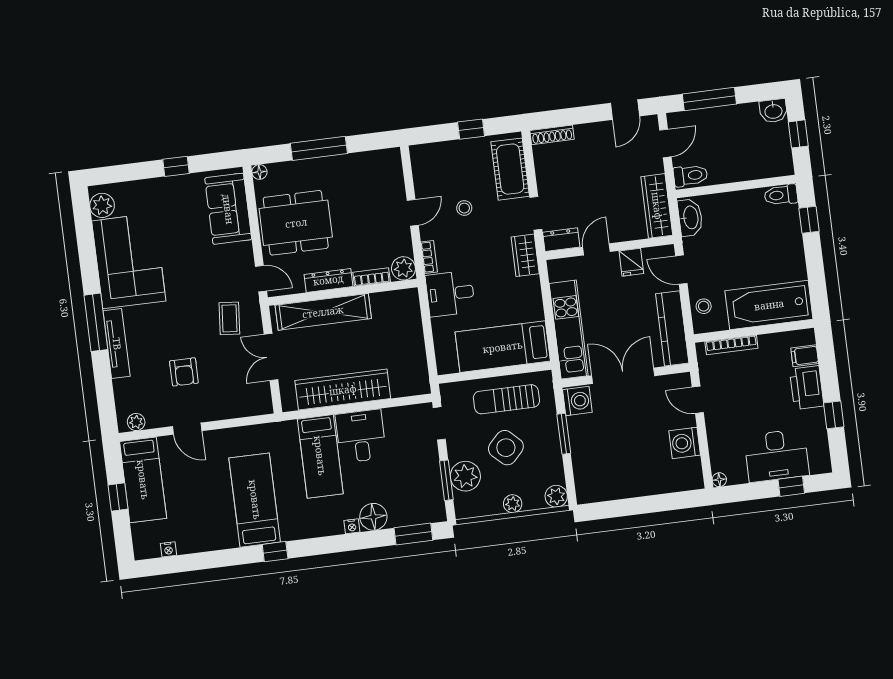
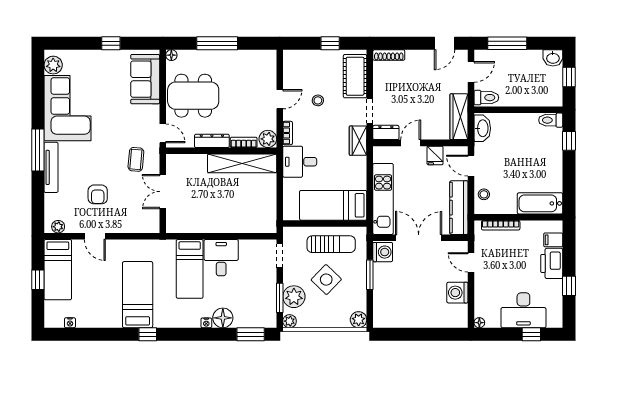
bathtub: (769, 305) -> (540, 203), width x0.73, depth x0.73
shelving: (323, 312) -> (242, 163), moved
wardrobe: (343, 390) -> (212, 222), removed
sun lounger: (506, 399) -> (331, 244), turned 180
plant: (513, 504) -> (290, 321), moved

